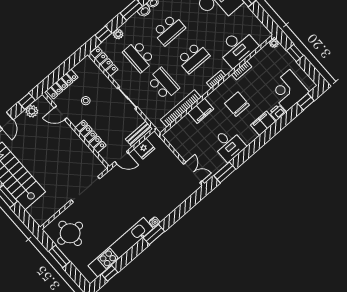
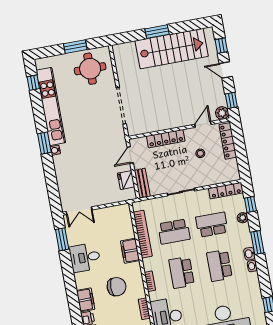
plant: (32, 111) -> (222, 113), moved

